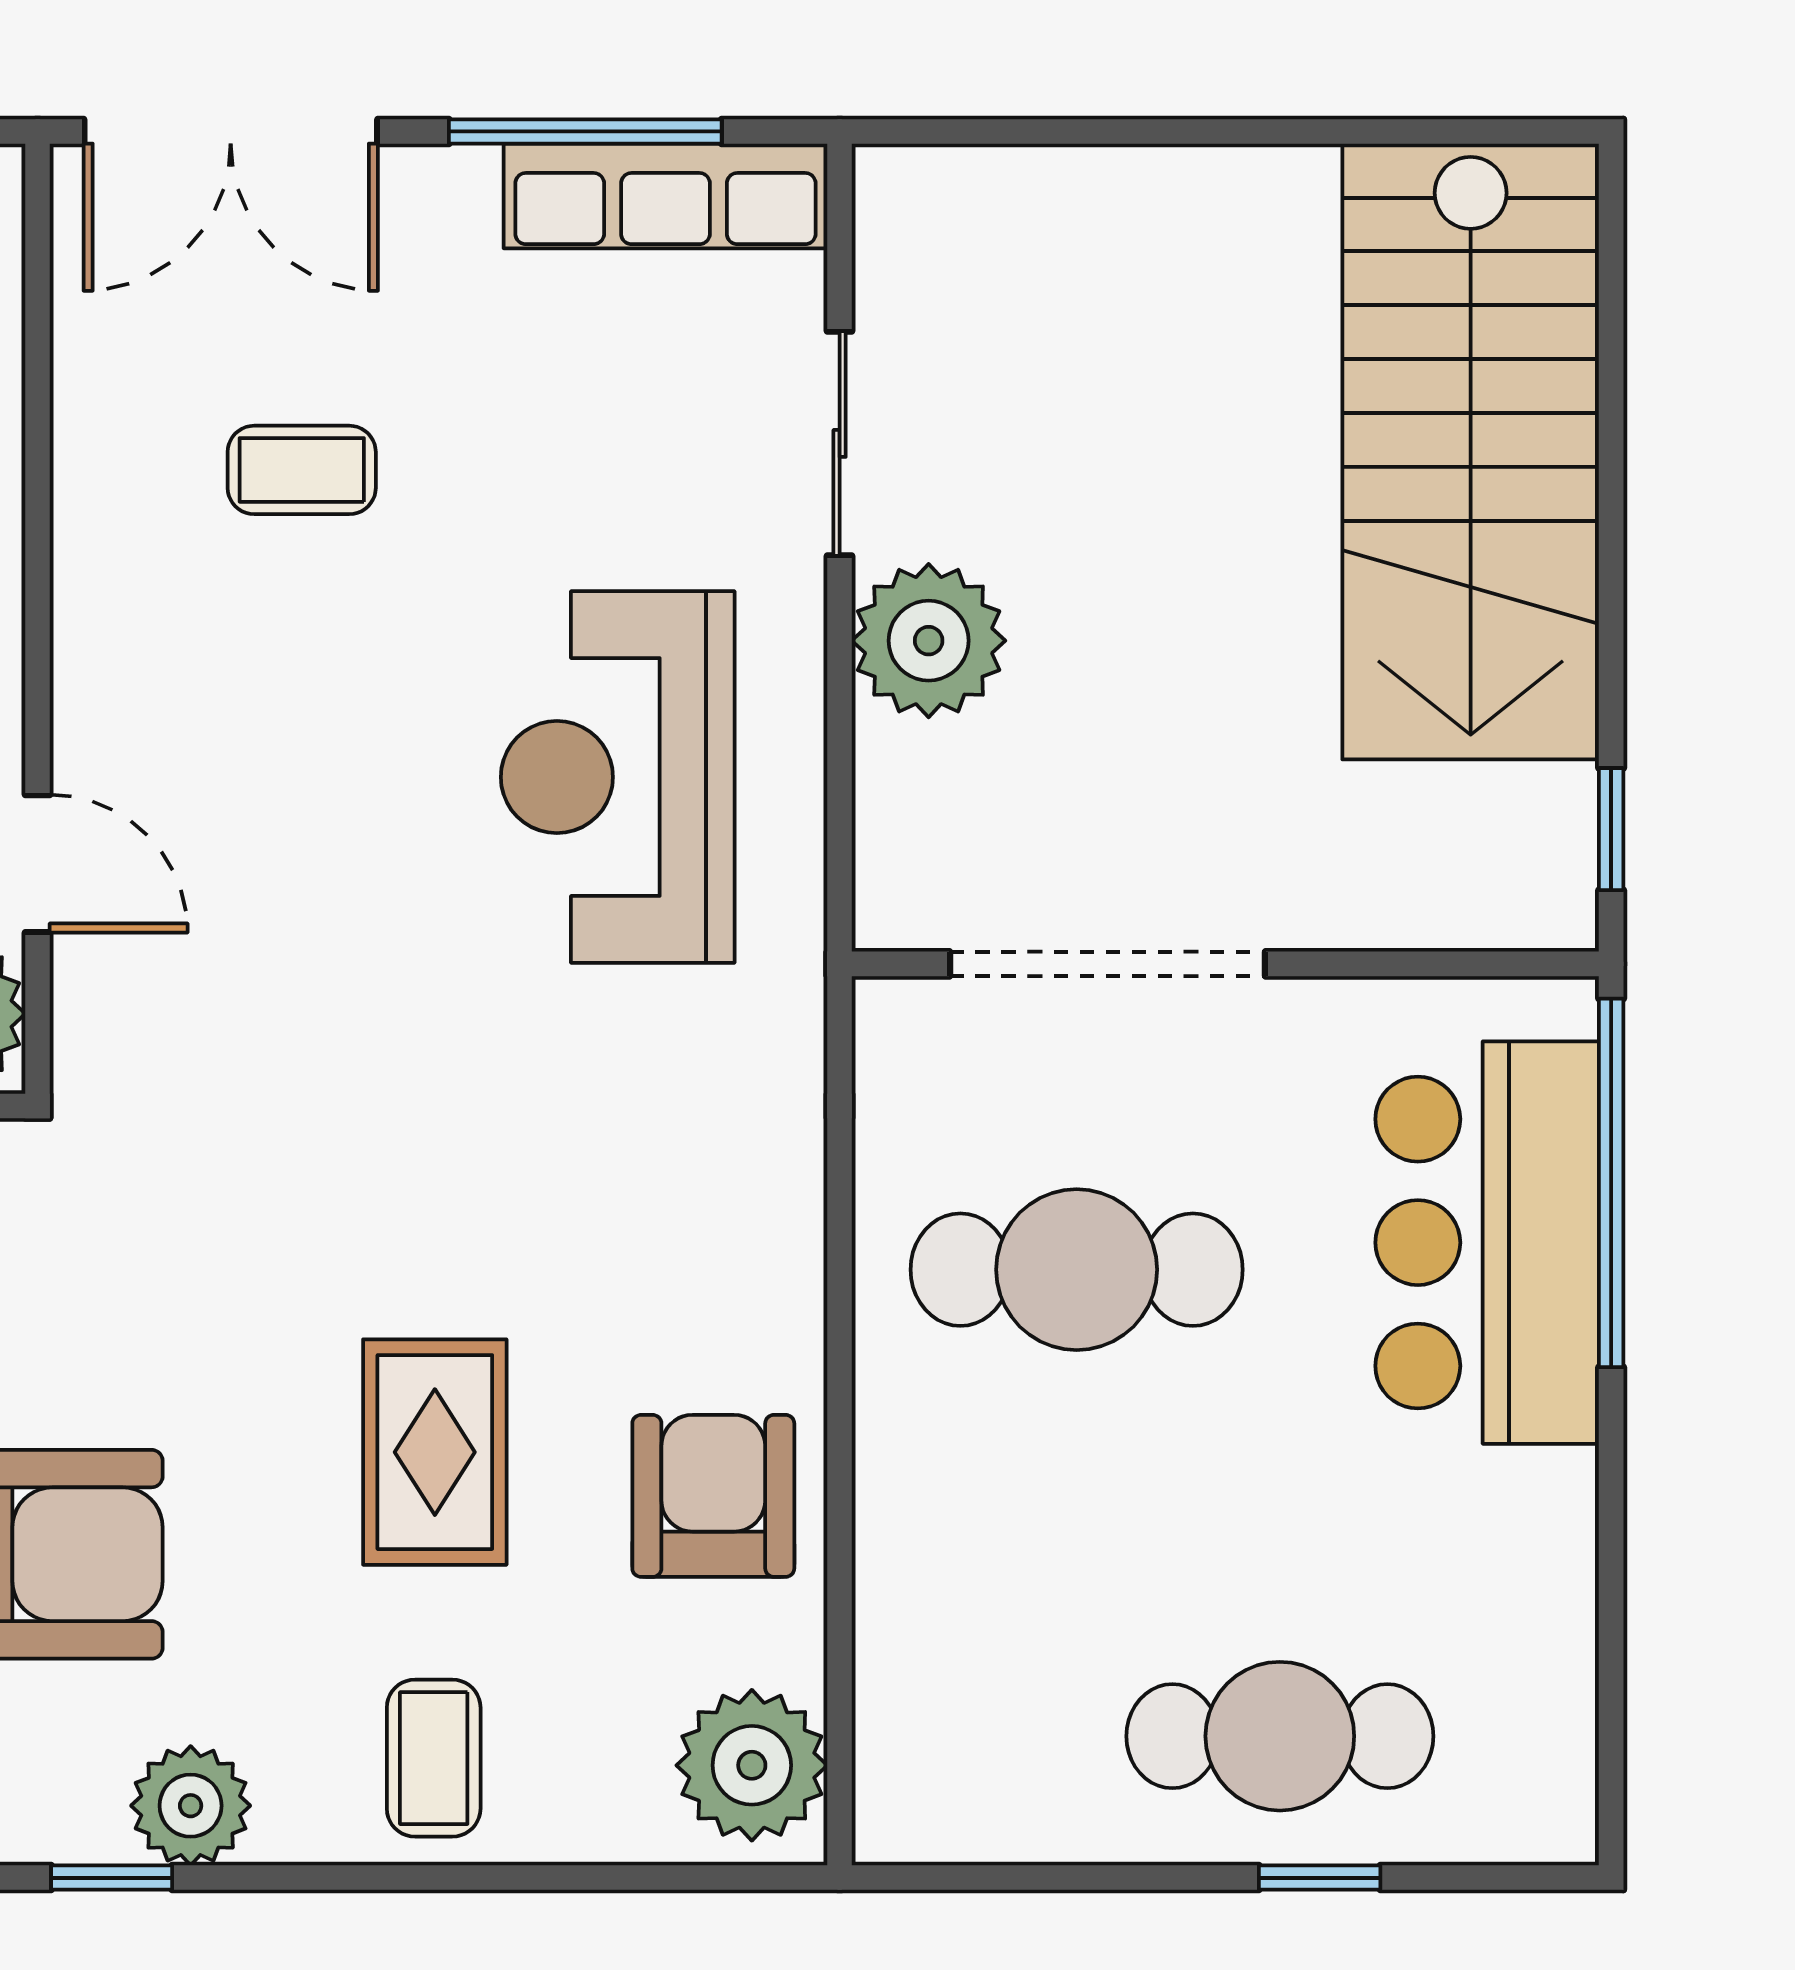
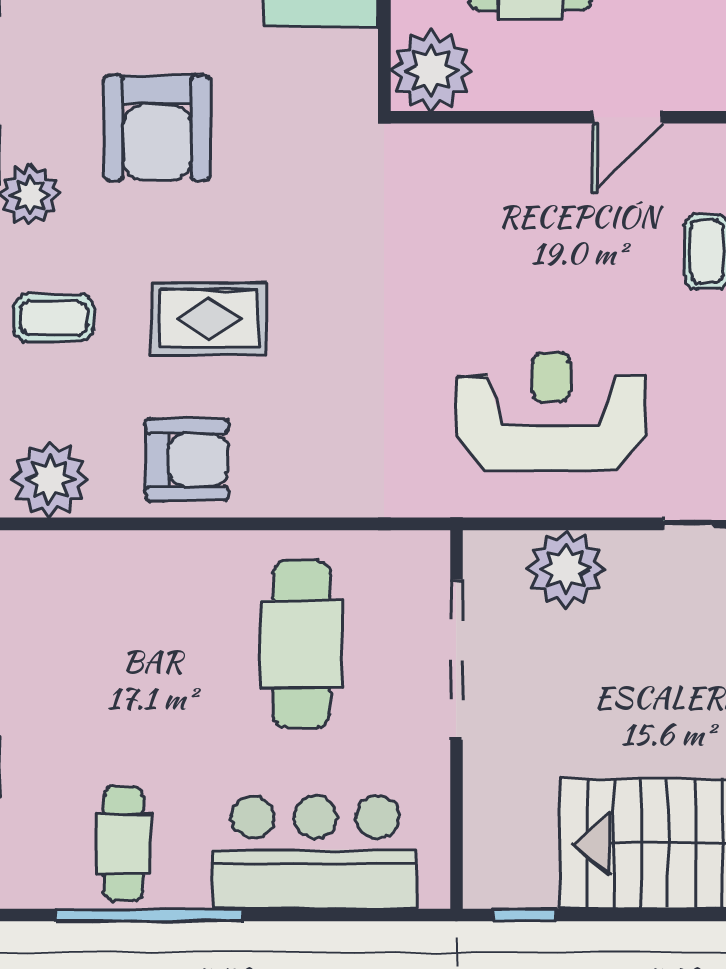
plant: (929, 641) -> (566, 569), moved
door: (38, 864) -> (627, 117), moved
window: (1611, 1183) -> (149, 915), moved
cafe table: (1280, 1736) -> (124, 844), moved, width x0.73, depth x0.74

